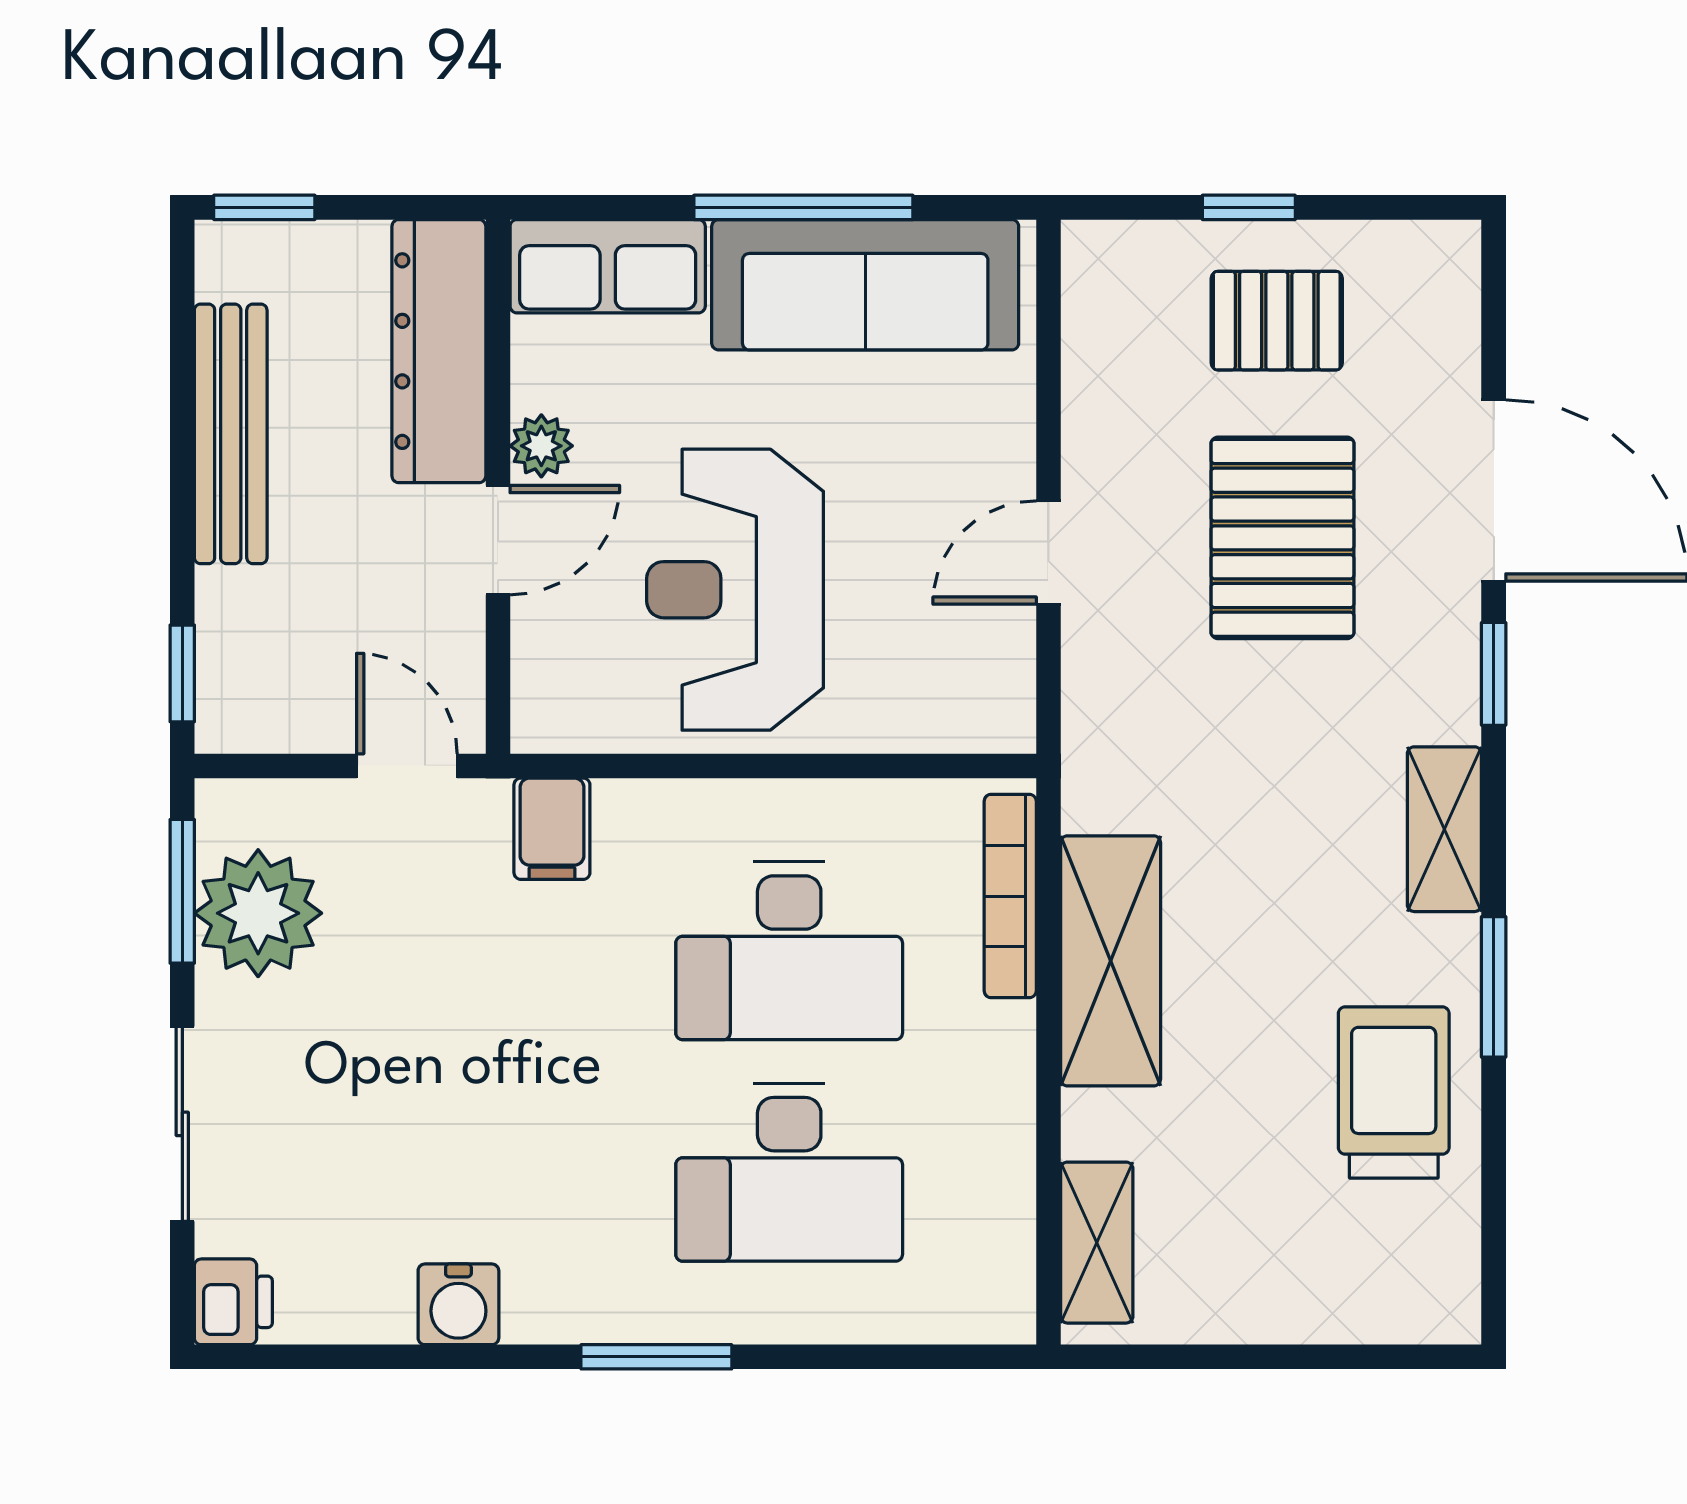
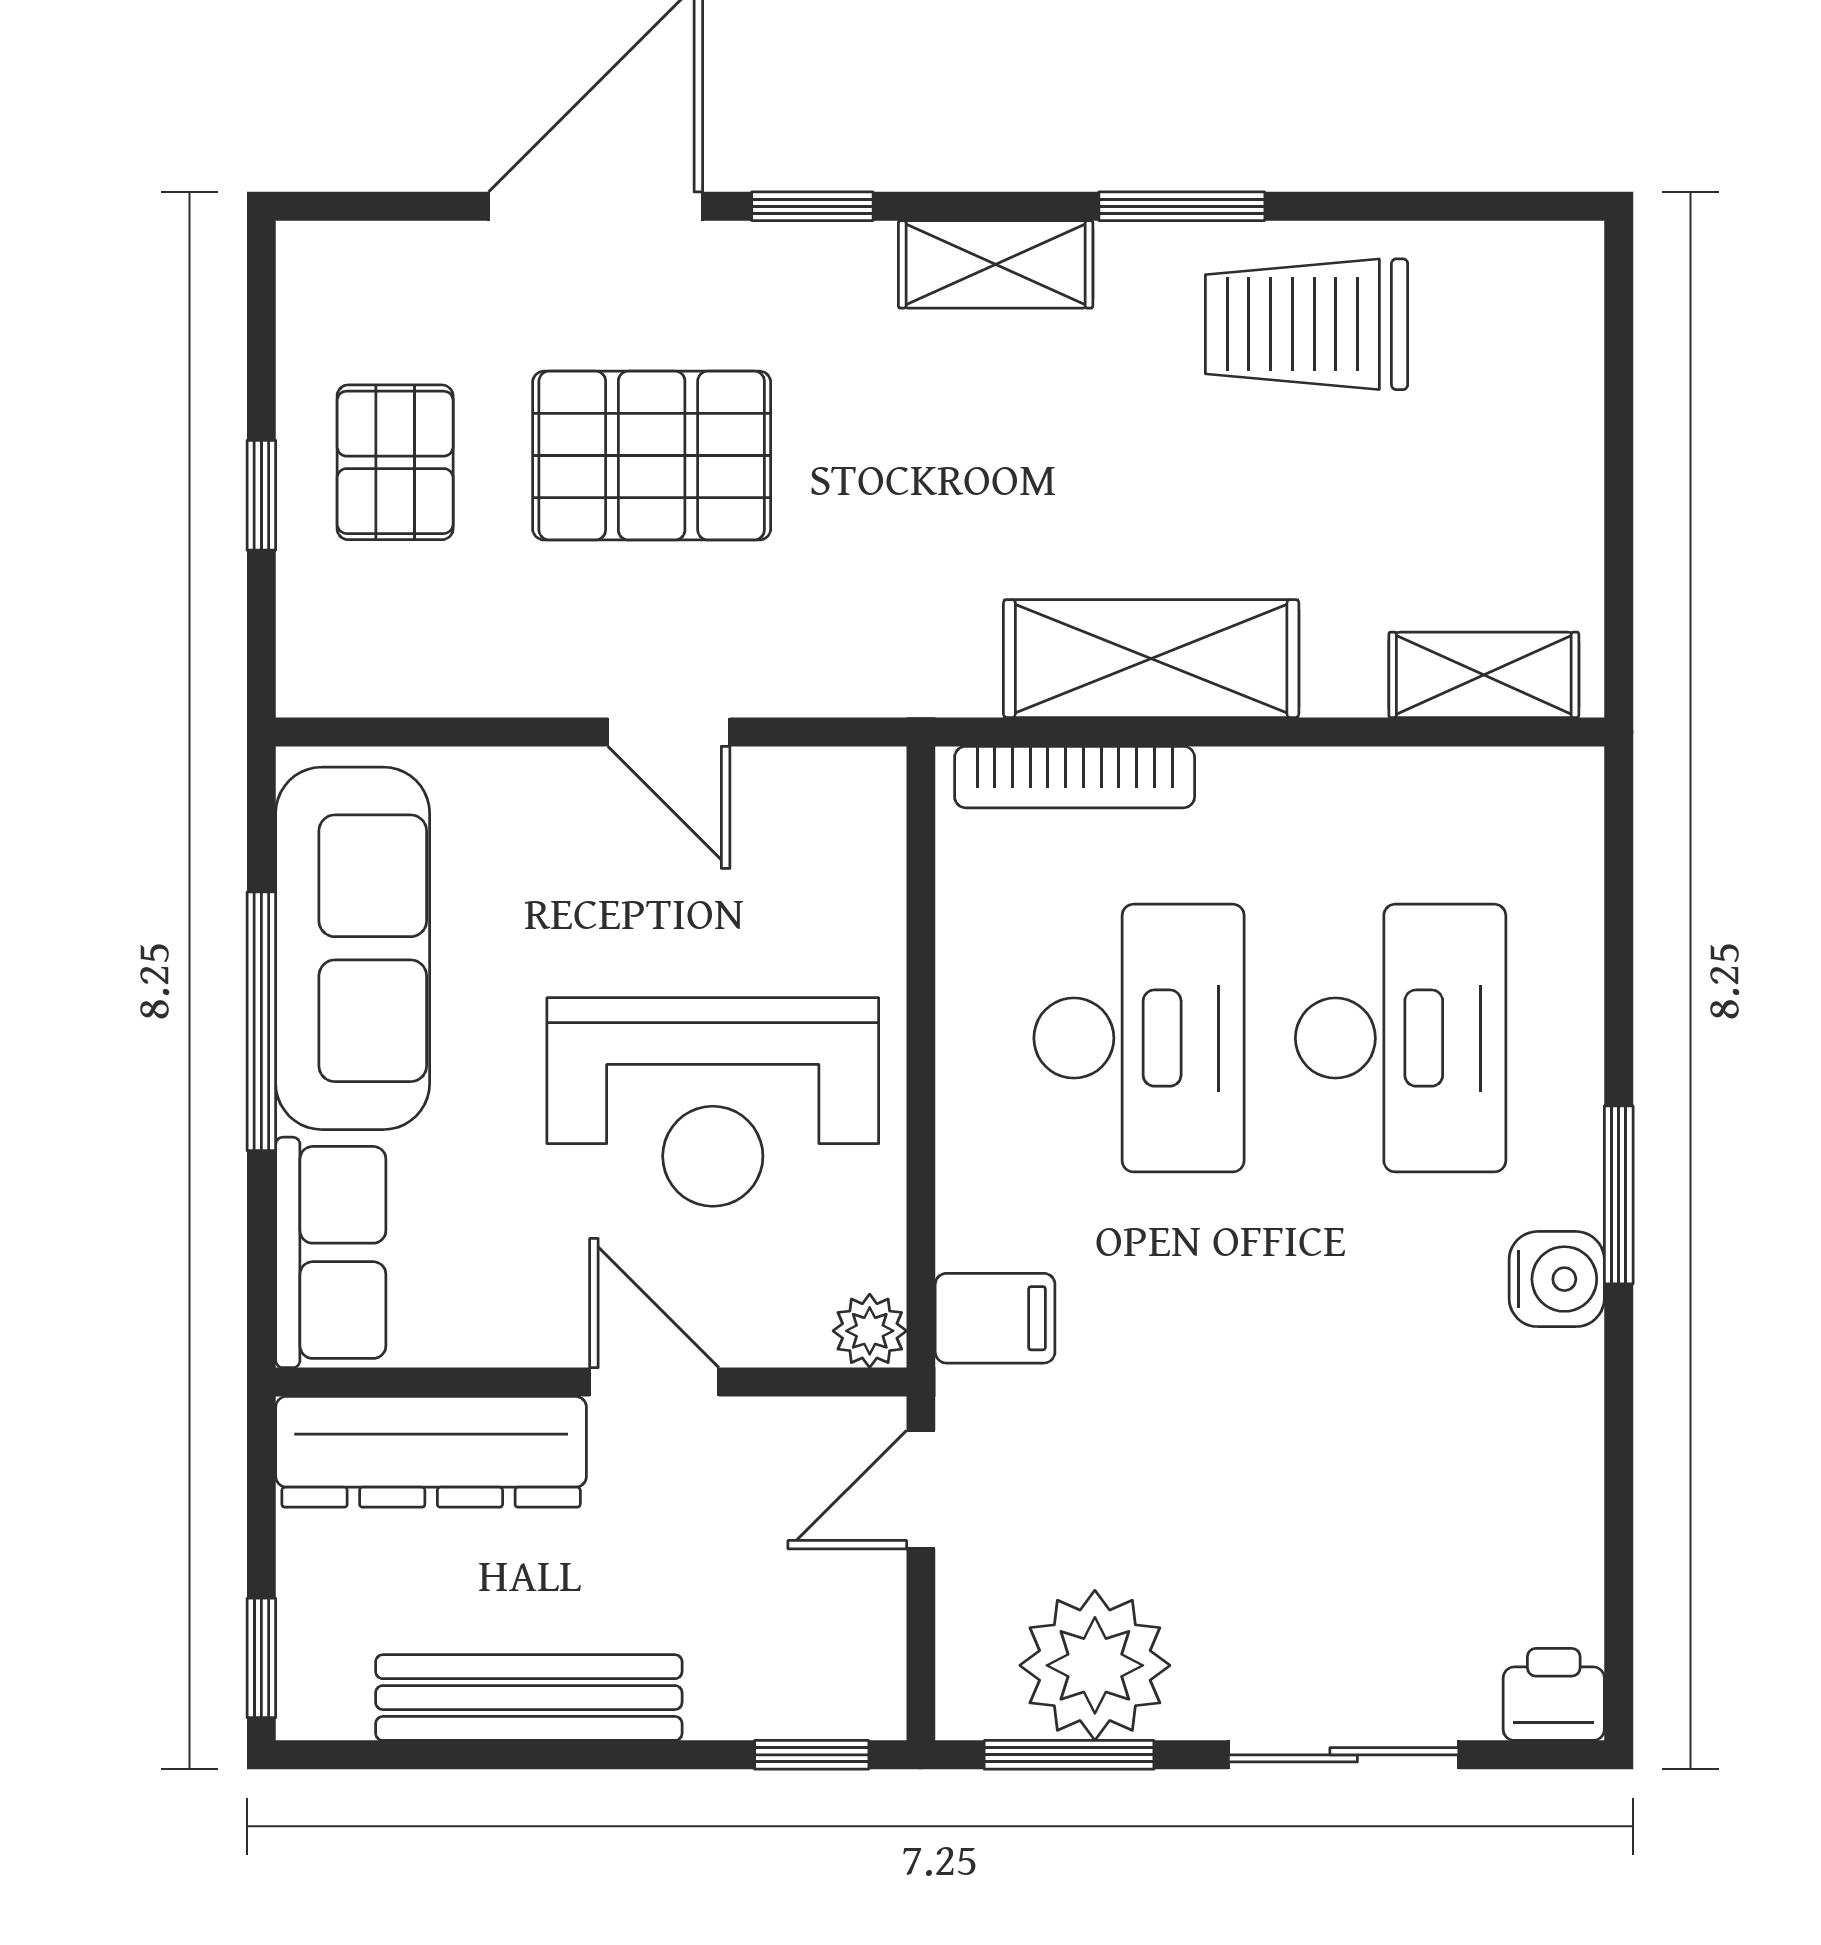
plant: (541, 446) -> (870, 1331), moved
water cooler: (458, 1304) -> (1557, 1279), moved

